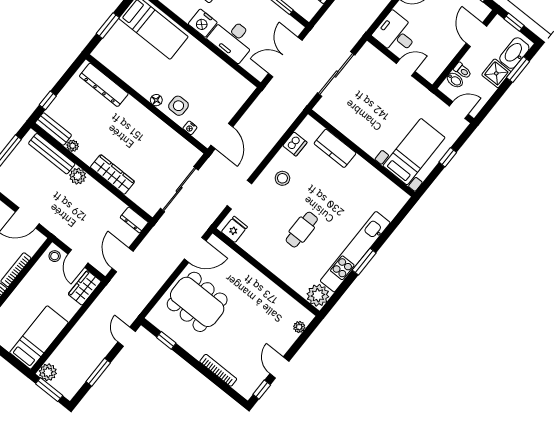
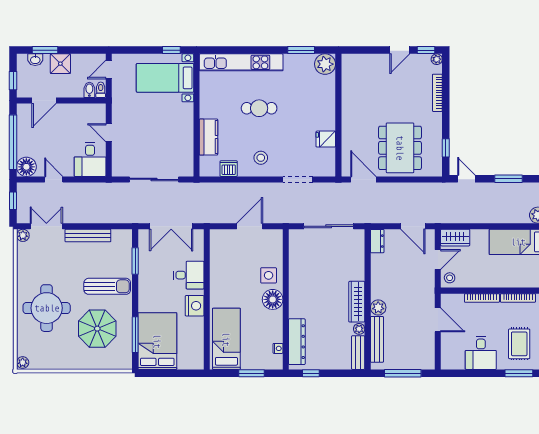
desk: (232, 39) -> (189, 275), width x0.73
washbasin: (514, 53) -> (35, 60), width x0.52, depth x0.69
toilet: (463, 71) -> (101, 90), moved
window: (48, 100) -> (311, 373), moved
floor lamp: (156, 100) -> (273, 299), width x1.89, depth x1.89
door: (459, 110) -> (109, 69), hinge flipped
nightstand: (190, 128) -> (278, 348), moved
door: (222, 136) -> (250, 226), moved
window: (448, 157) -> (171, 50), moved
wardrobe: (112, 174) -> (357, 302), moved
fridge: (234, 229) -> (326, 139), moved
cafe table: (302, 230) -> (259, 108), moved
kitchen unit: (355, 252) -> (241, 62), moved
door: (123, 260) -> (413, 226), hinge flipped
window: (364, 262) -> (301, 50), moved
plant: (299, 327) -> (437, 59), moved
door: (127, 337) -> (466, 179), swing flipped

